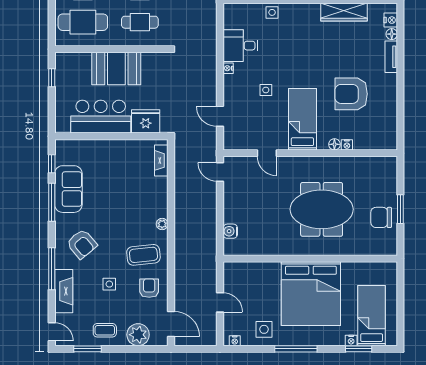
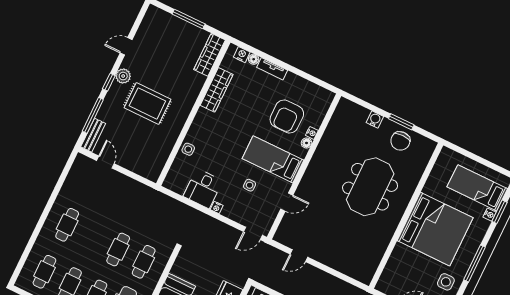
bed: (302, 119) -> (273, 159), moved
floor lamp: (334, 144) -> (307, 143), moved
nightstand: (347, 145) -> (312, 133), moved
door: (267, 153) -> (287, 202), moved
wall: (310, 153) -> (304, 166), moved
water cooler: (230, 231) -> (375, 120), moved, turned 180

